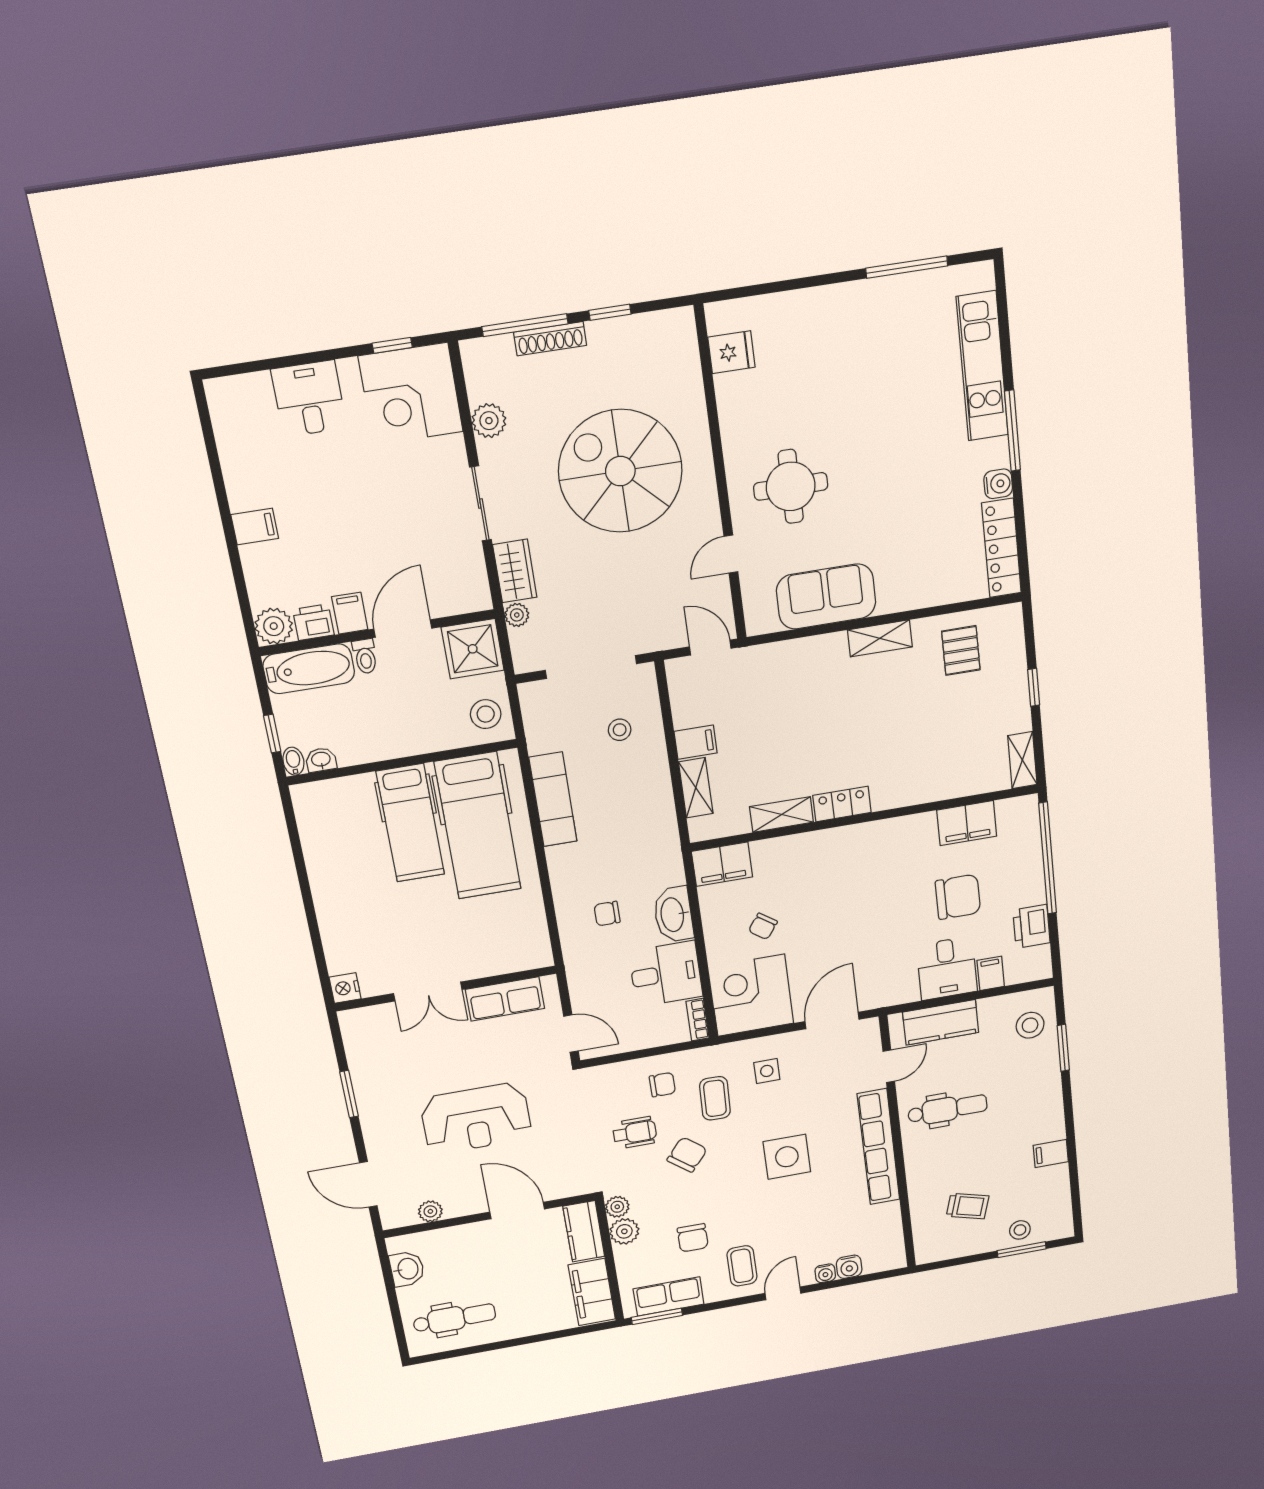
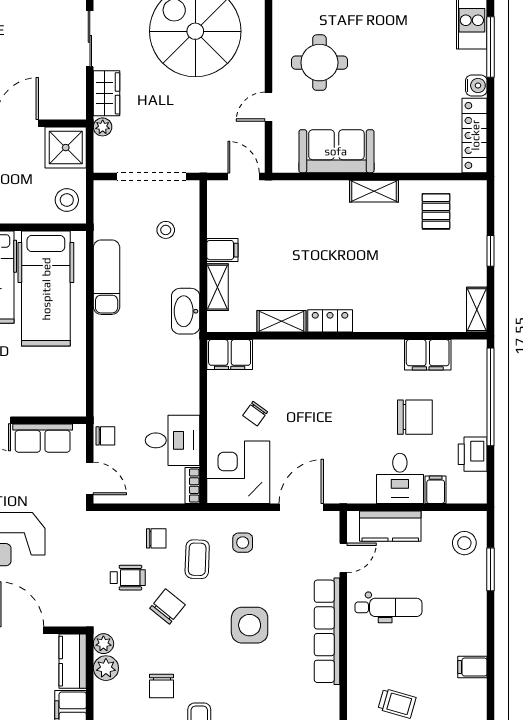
chair: (607, 914) -> (105, 436), moved, turned 180
washbasin: (673, 915) -> (186, 311), moved

